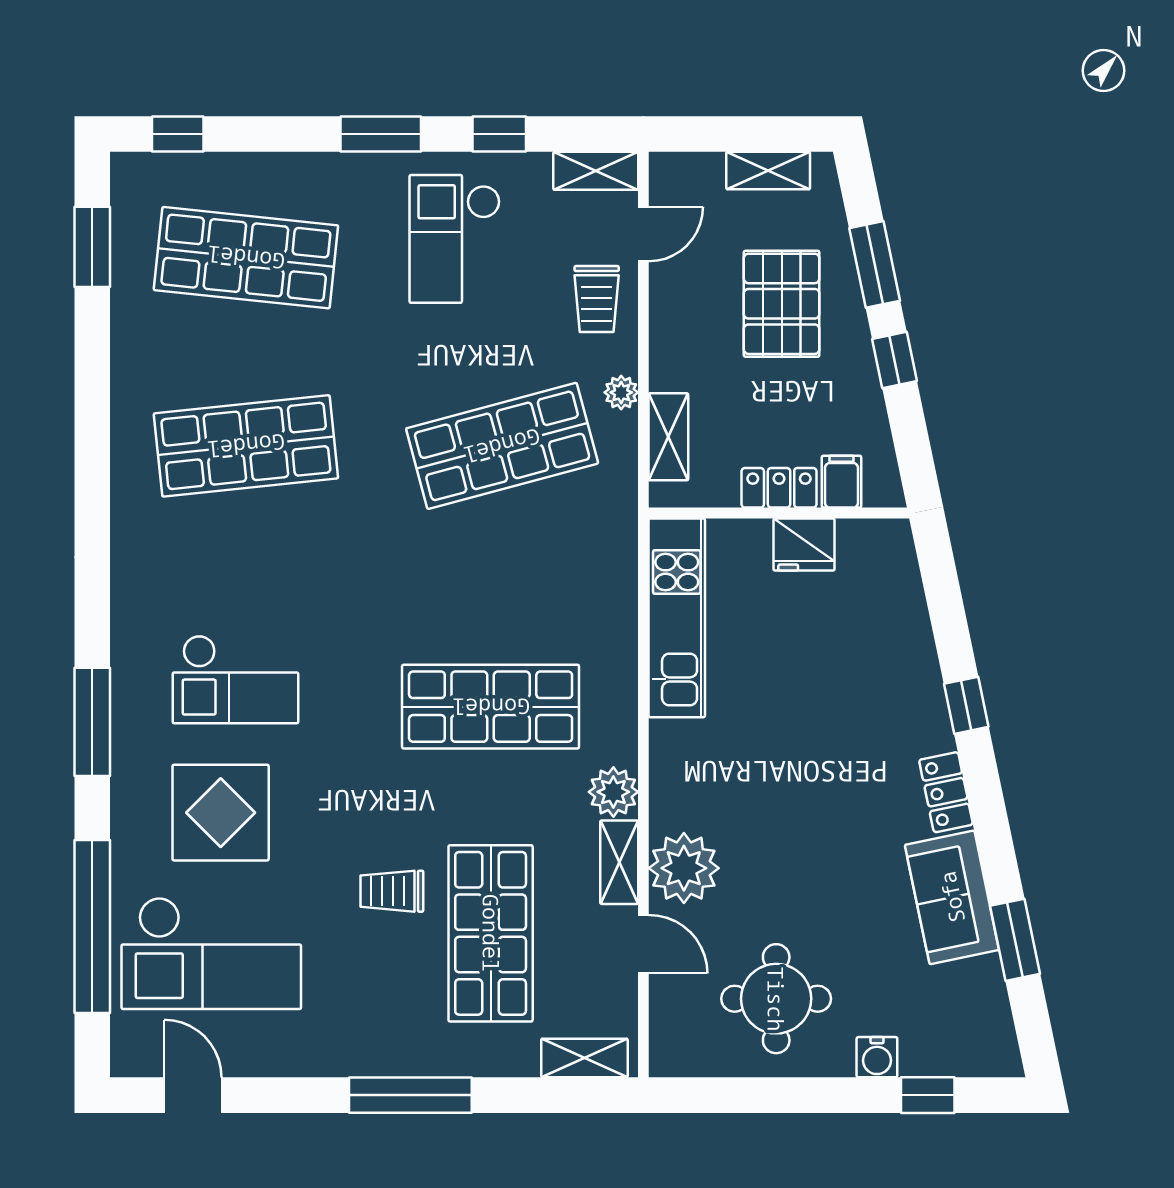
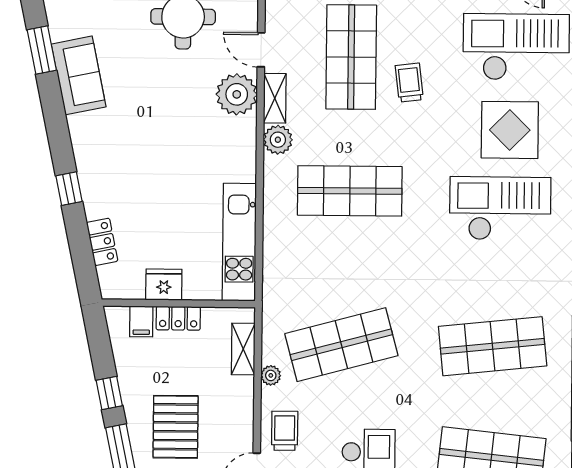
checkout: (236, 679) -> (500, 208), width x1.36, depth x1.21
locker: (946, 792) -> (102, 242), moved
trolley: (392, 891) -> (409, 83), turned -97

